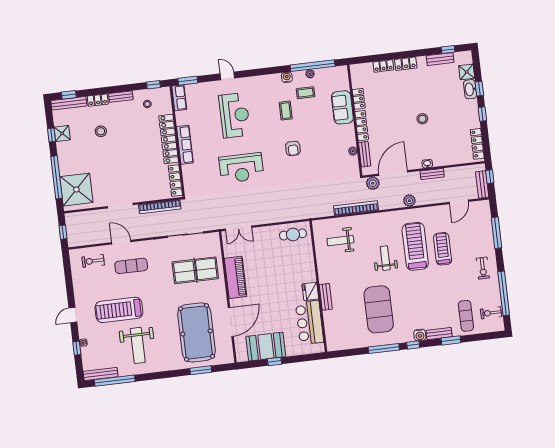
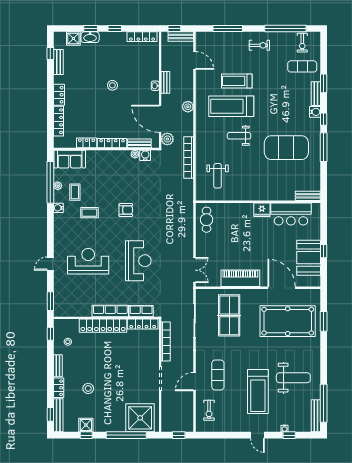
locker: (383, 66) -> (59, 121), width x1.53
row of seats: (179, 98) -> (141, 311), moved
sofa: (342, 107) -> (70, 159), moved
water cooler: (353, 162) -> (145, 155), added
bench: (326, 297) -> (308, 196), moved

